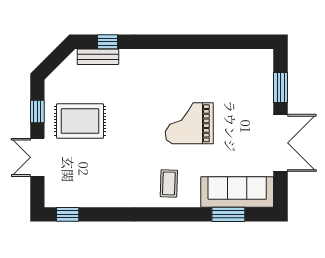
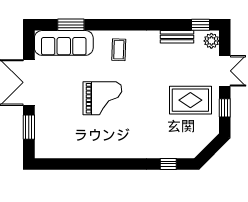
bench: (98, 57) -> (177, 37), moved
plant: (54, 195) -> (211, 41), added

